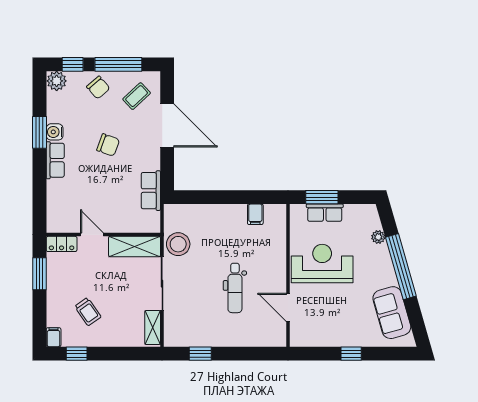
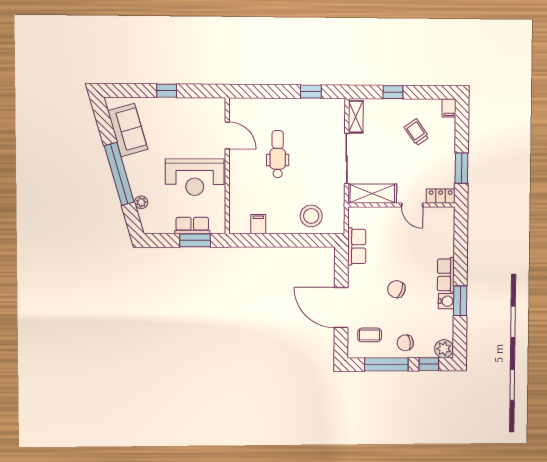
chair: (98, 87) -> (405, 343), turned -58
coffee table: (137, 96) -> (370, 335), turned 43
stool: (178, 244) -> (311, 216), moved
window: (77, 354) -> (393, 92), moved

